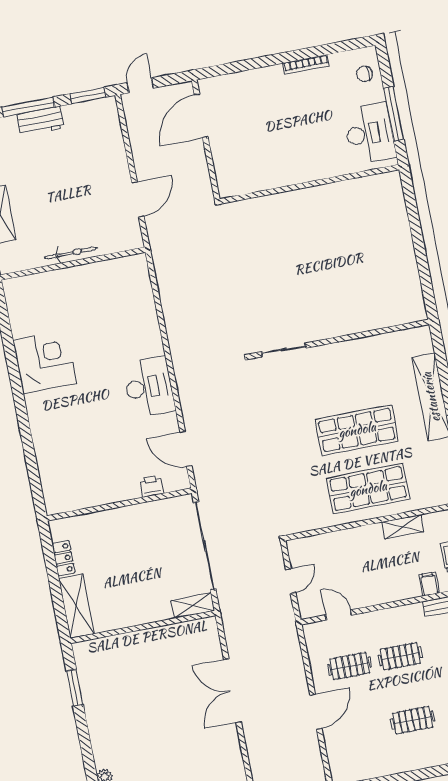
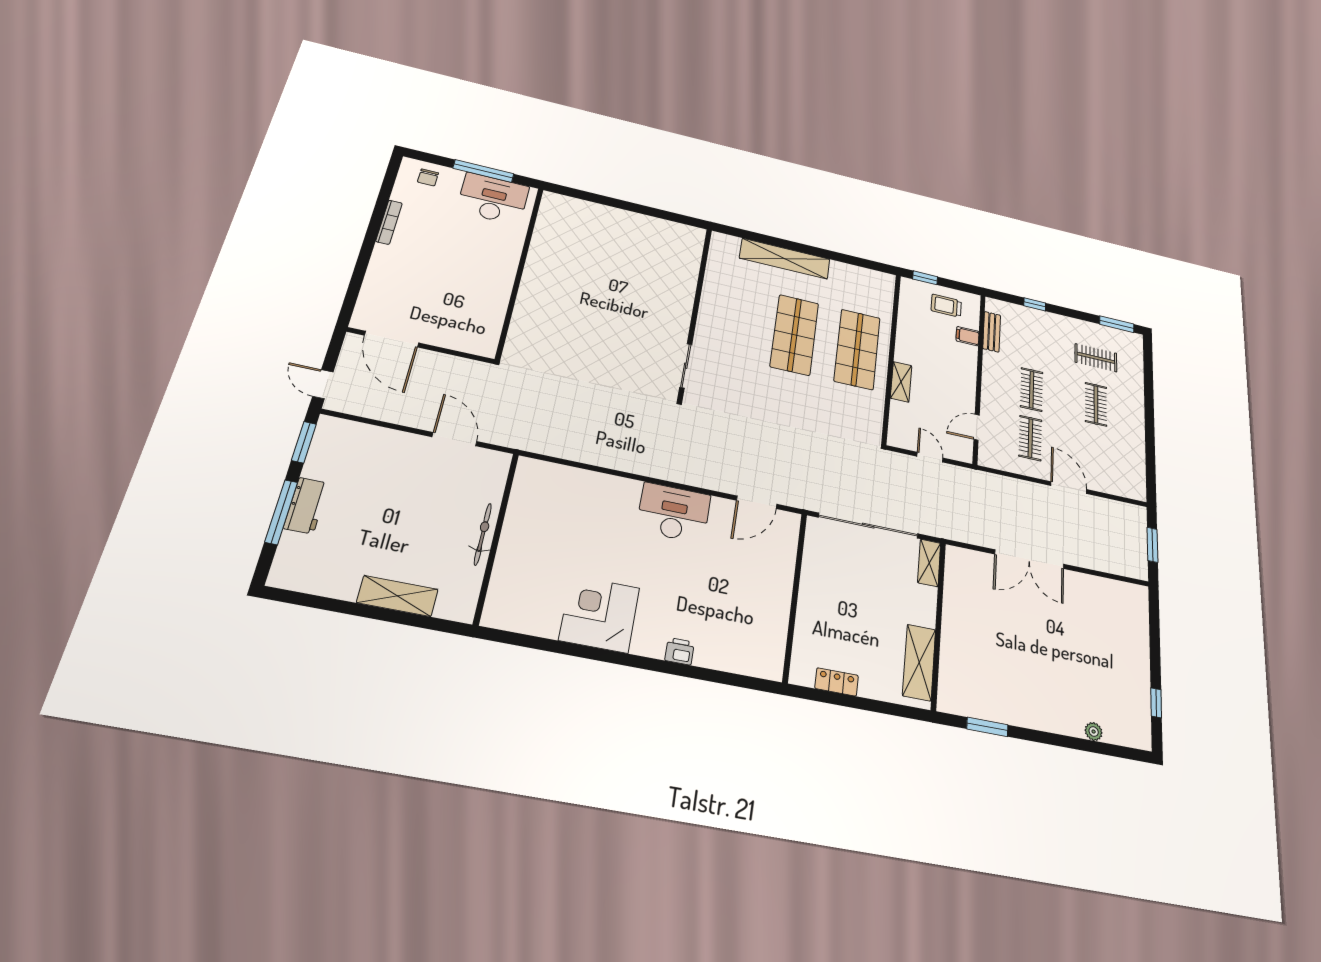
printer: (152, 486) -> (680, 651), moved, turned 90
shelving: (403, 527) -> (901, 382), moved
shelving: (76, 606) -> (919, 662), moved, turned 90

